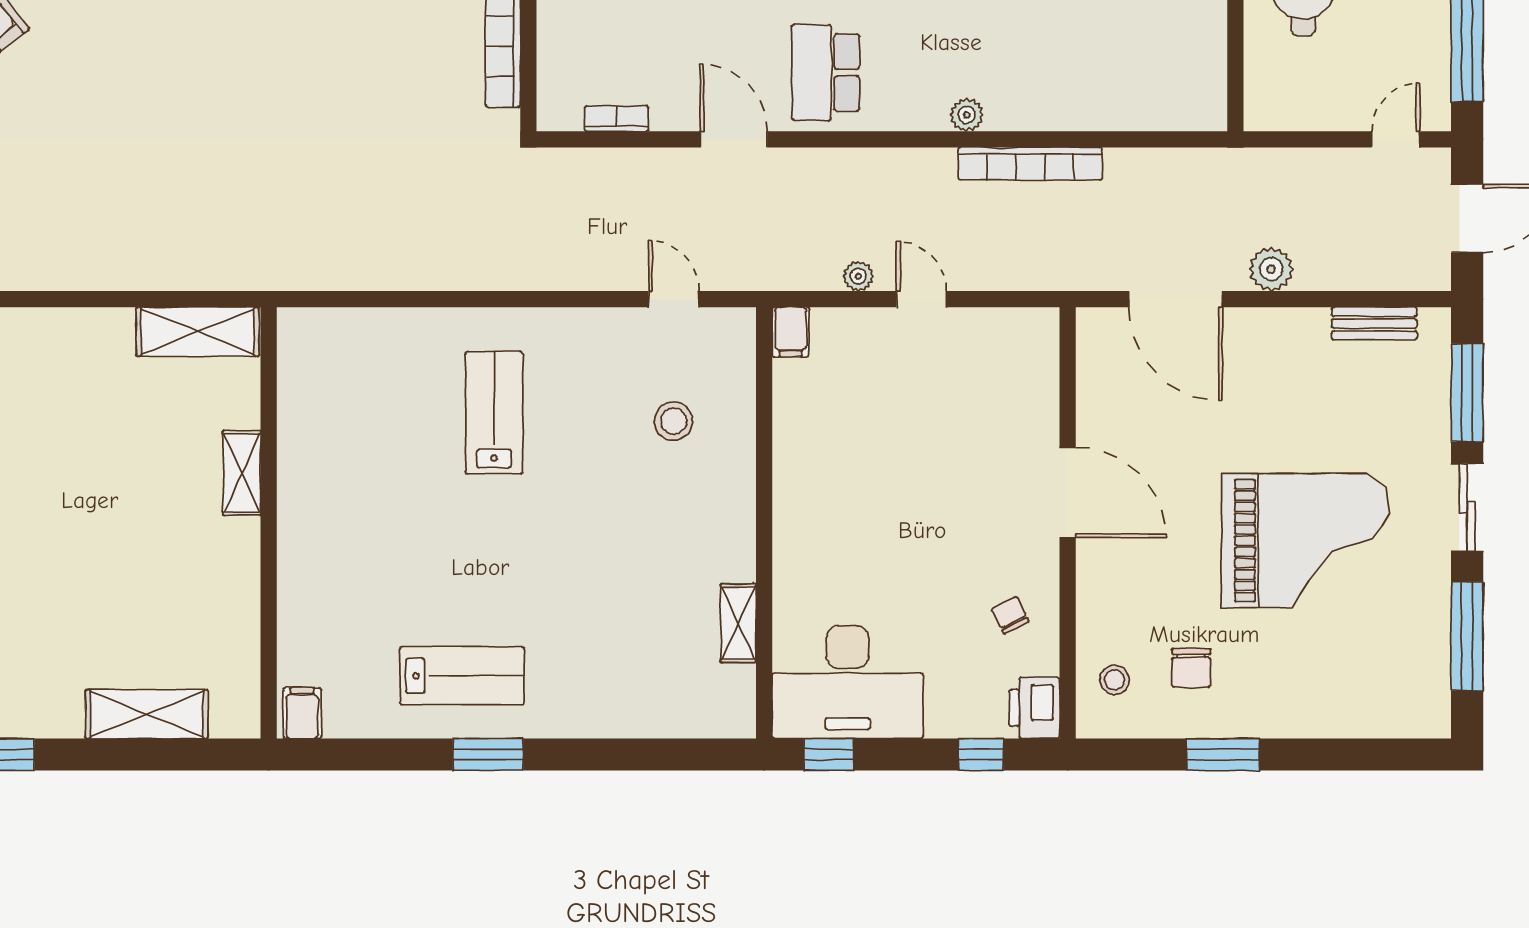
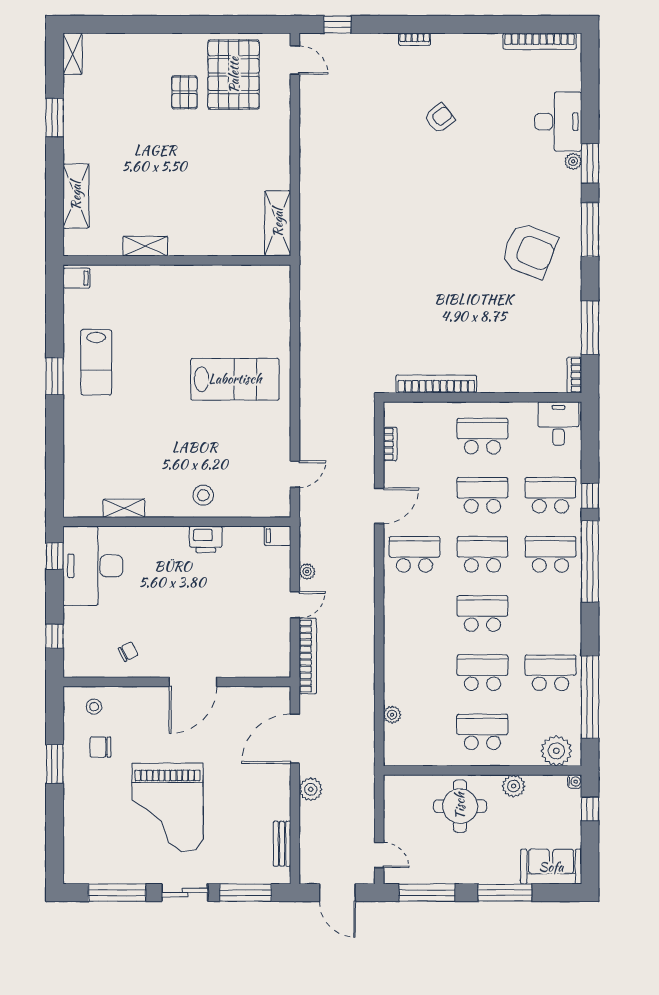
plant: (967, 115) -> (392, 715), moved
bookcase: (1030, 164) -> (308, 656), moved, turned 180
lab bench: (494, 413) -> (235, 379), width x1.36, depth x1.39
stool: (674, 421) -> (203, 495), moved
shelving: (242, 473) -> (145, 246), moved
printer: (1034, 708) -> (206, 539), moved, turned 180

